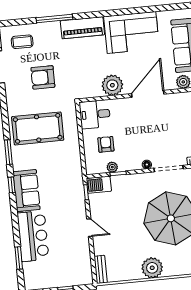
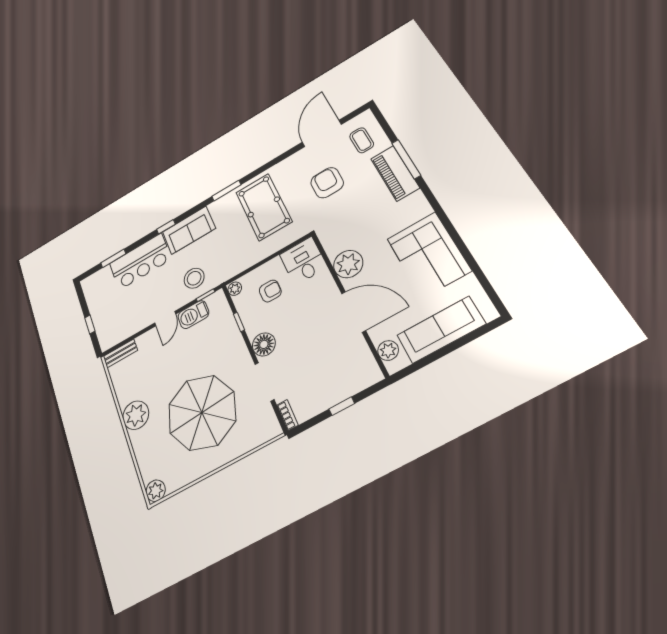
piano: (82, 28) -> (395, 173), moved
floor lamp: (147, 165) -> (264, 344), width x1.89, depth x1.89
plant: (112, 167) -> (235, 289), moved
window: (12, 185) -> (166, 227), moved
barbecue: (99, 185) -> (193, 315), moved, turned -90
stool: (68, 197) -> (194, 278), added

